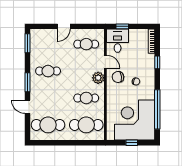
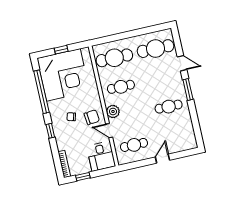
window: (122, 26) -> (83, 177), moved
window: (28, 43) -> (197, 132), removed
window: (157, 62) -> (50, 131), moved

